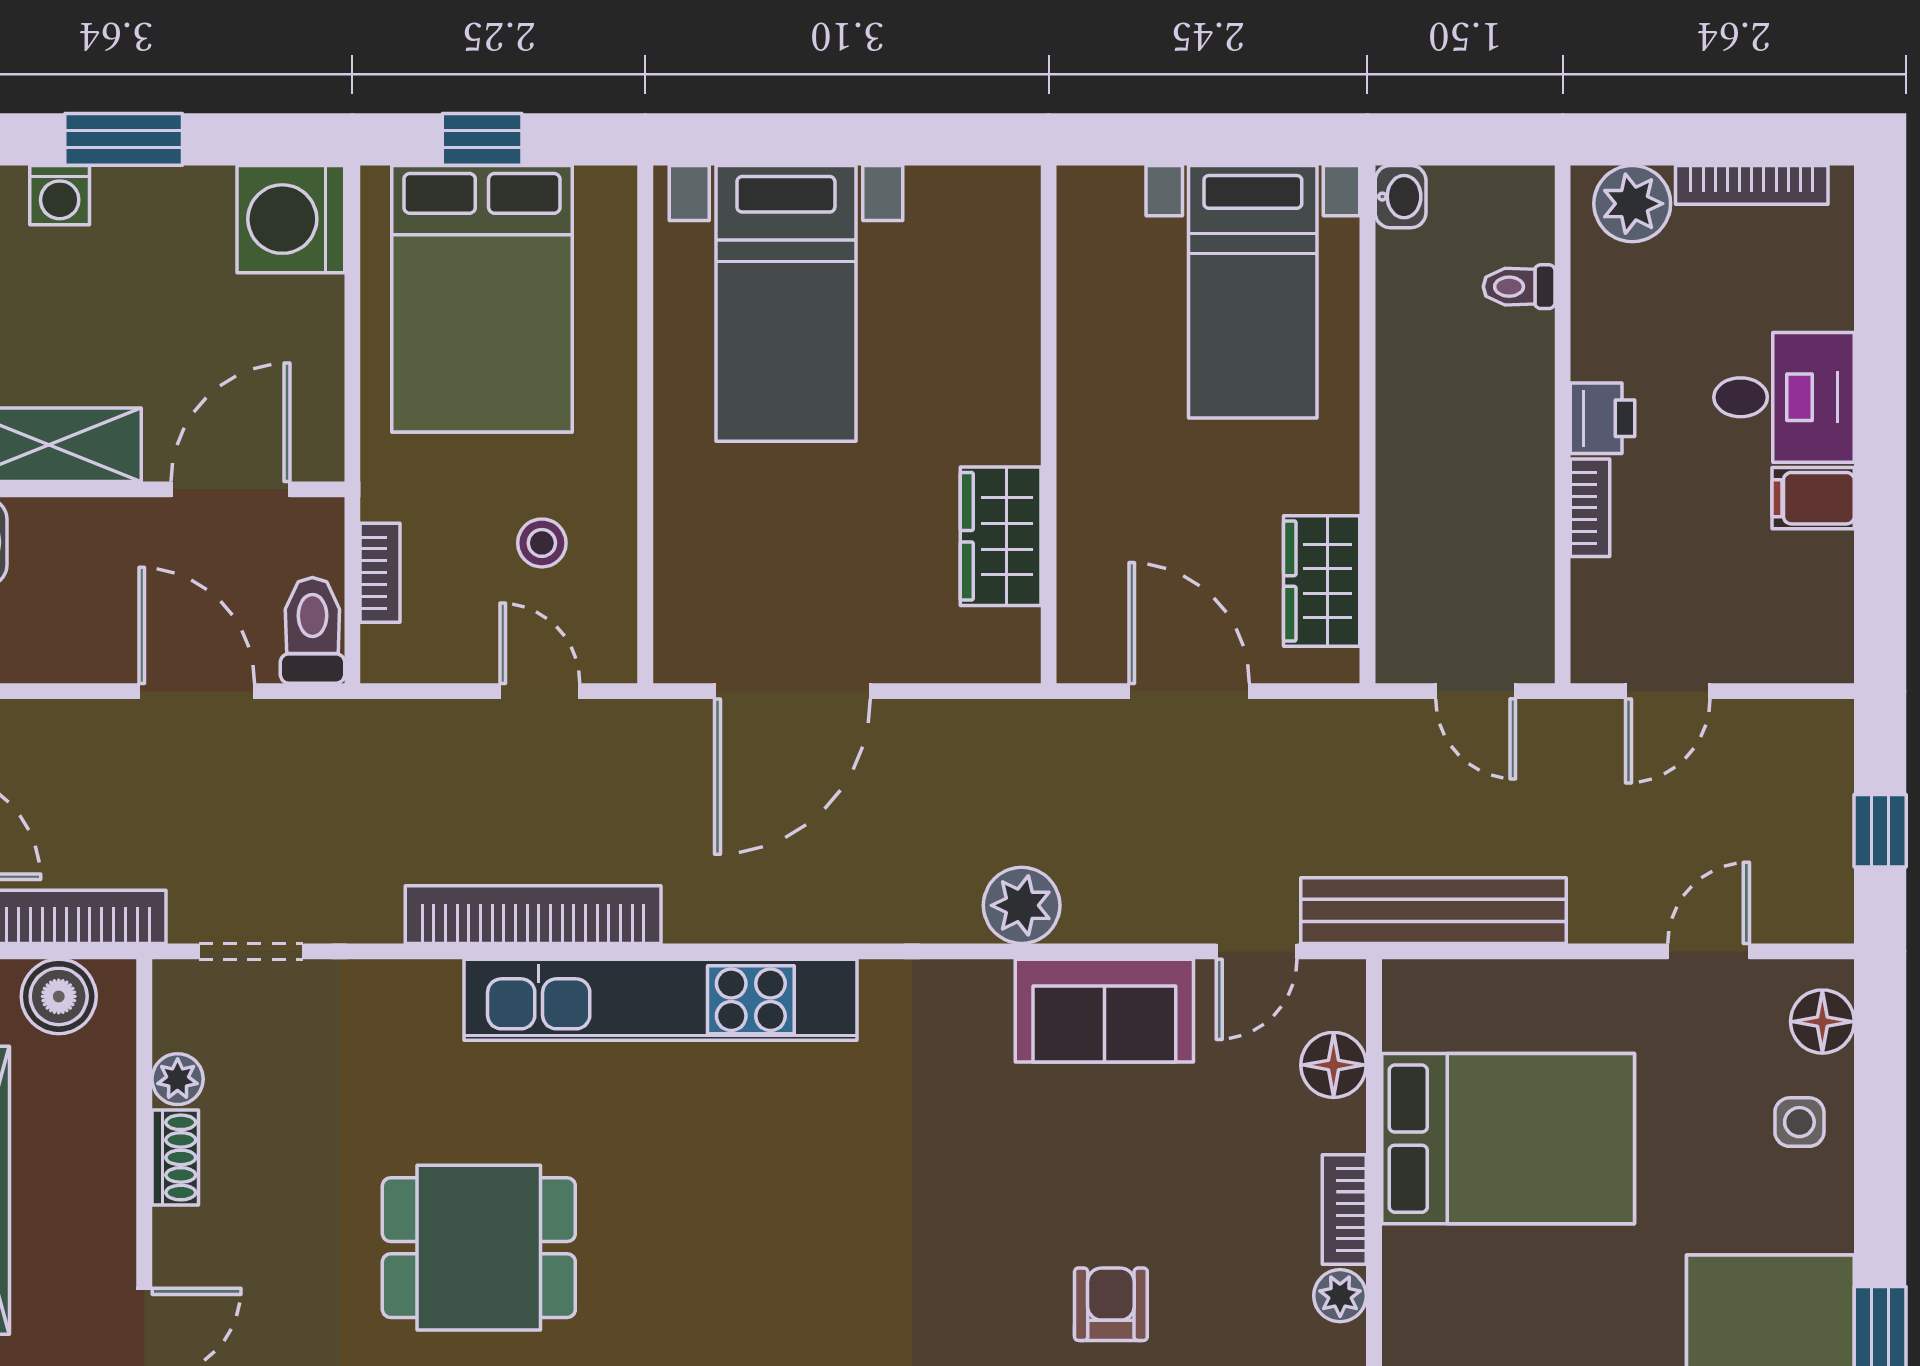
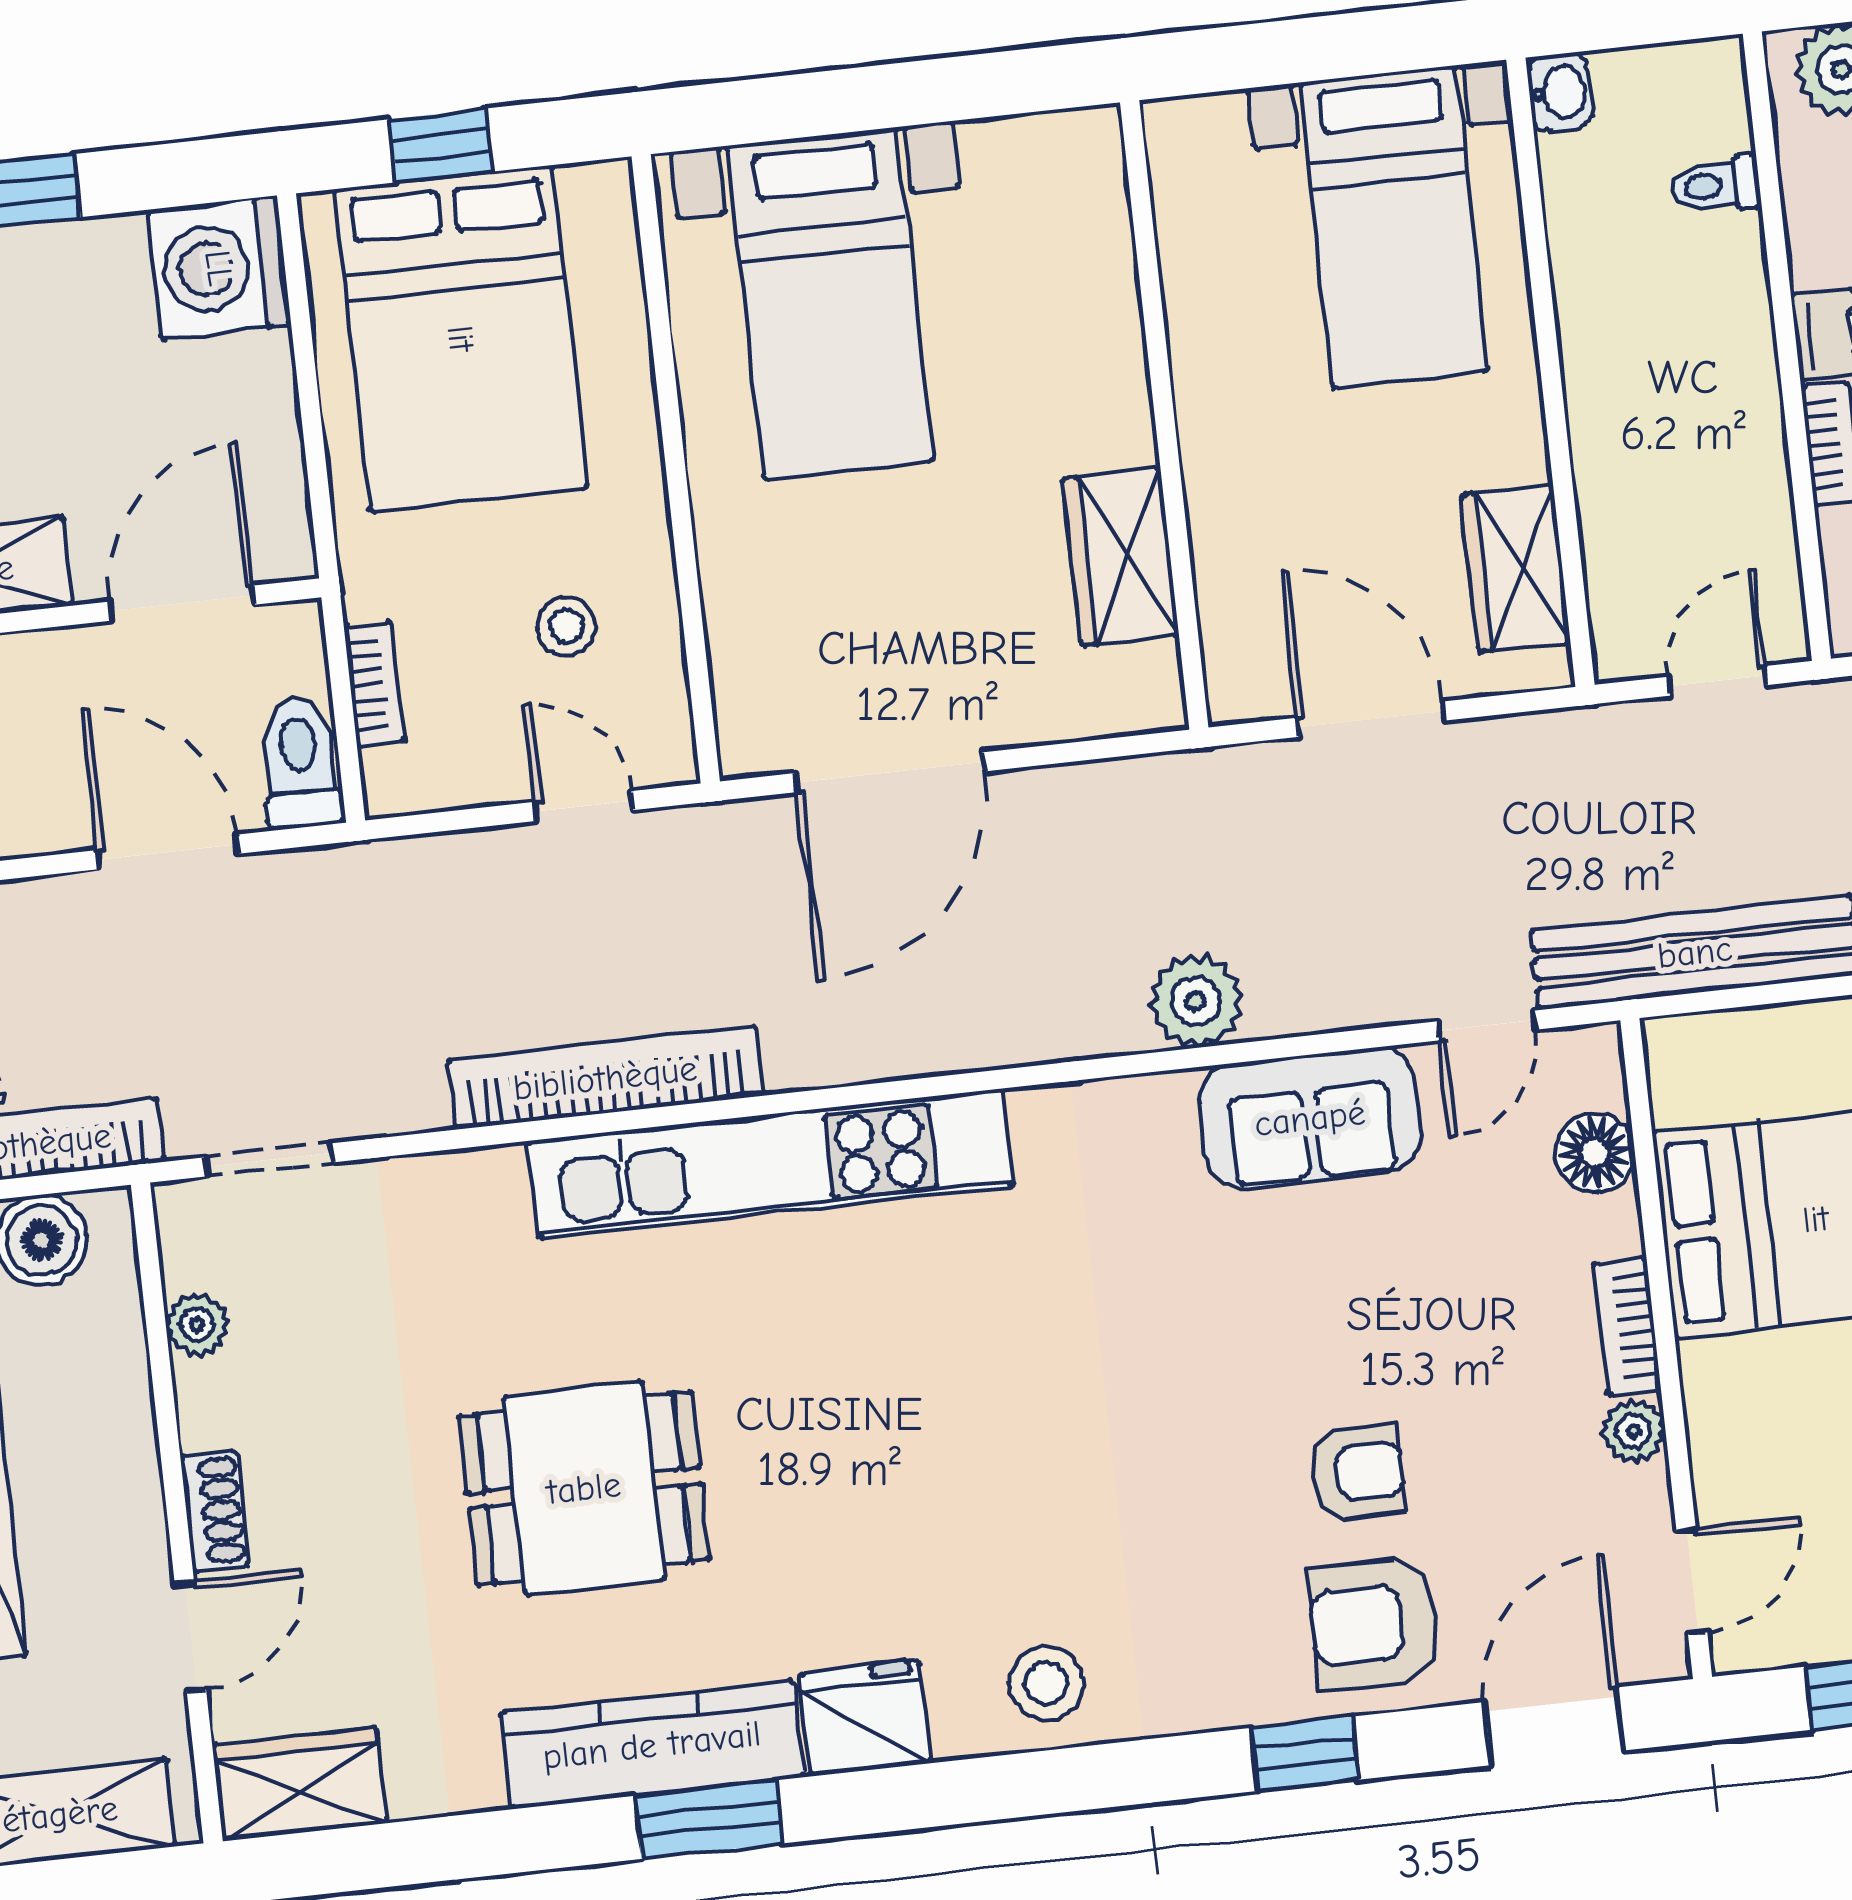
door: (1476, 691) -> (1717, 681), swing flipped
shoe rack: (175, 1157) -> (215, 1511), moved
armchair: (1111, 1304) -> (1357, 1472), turned 90

